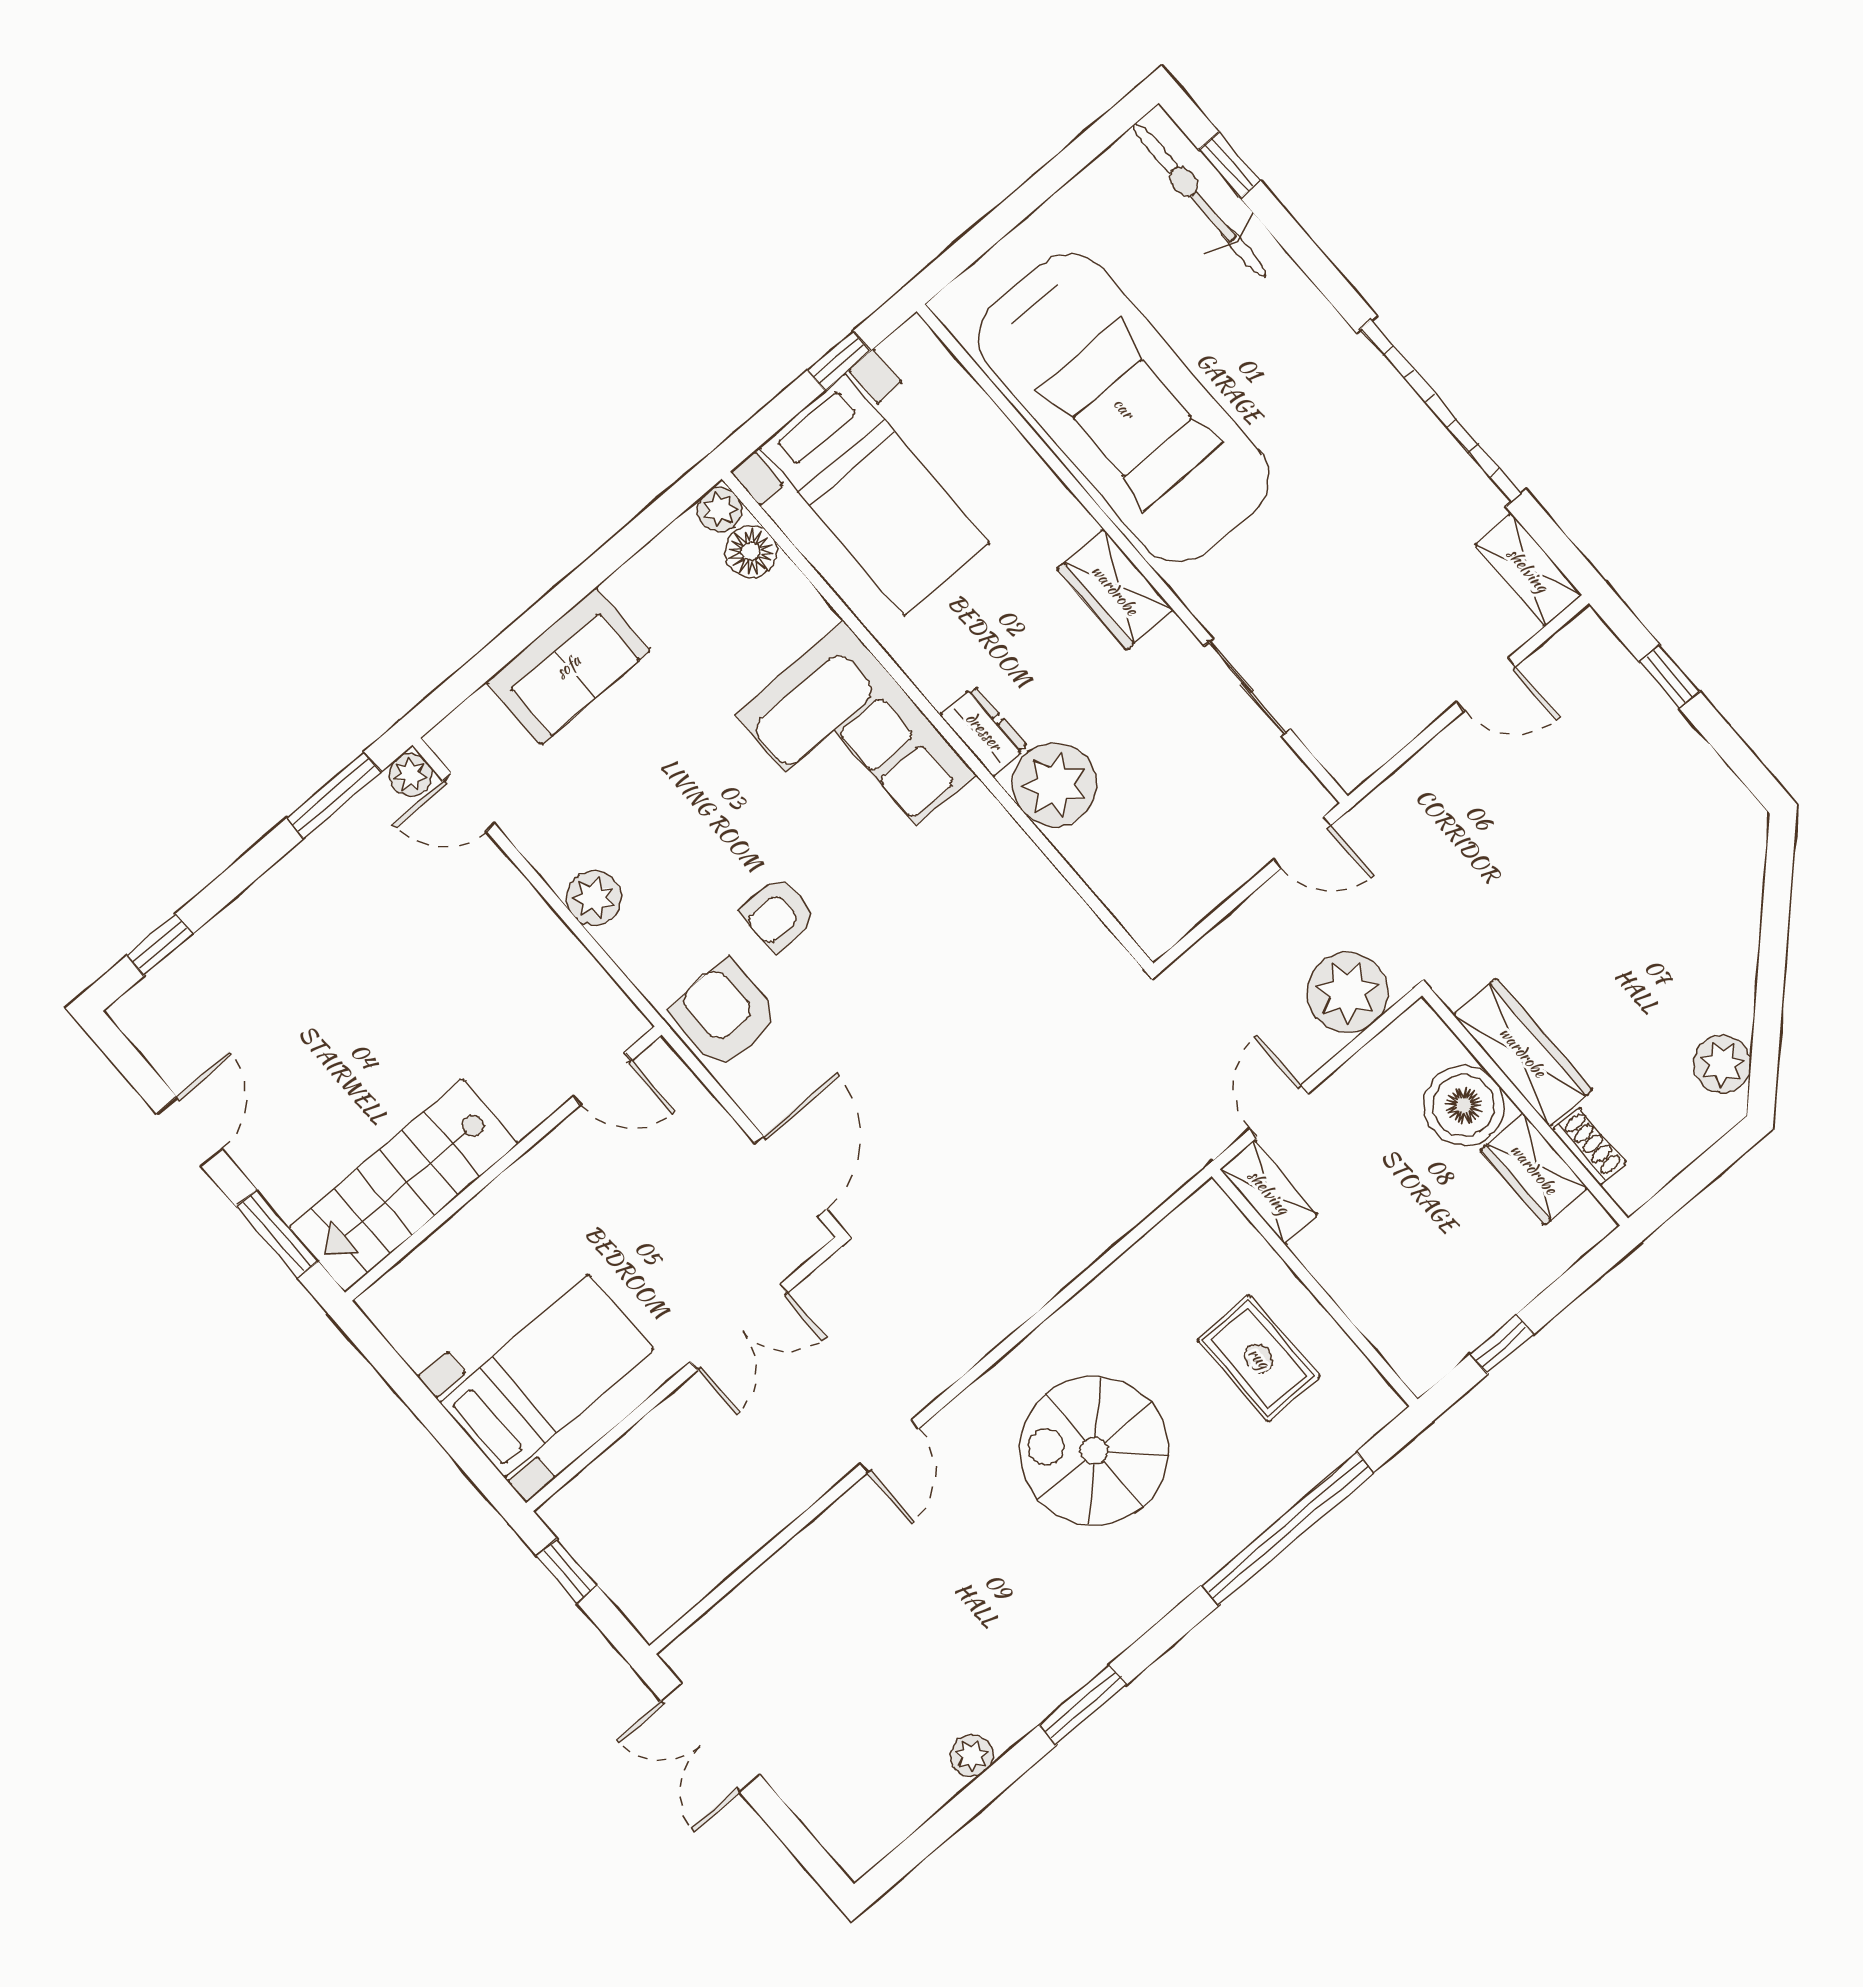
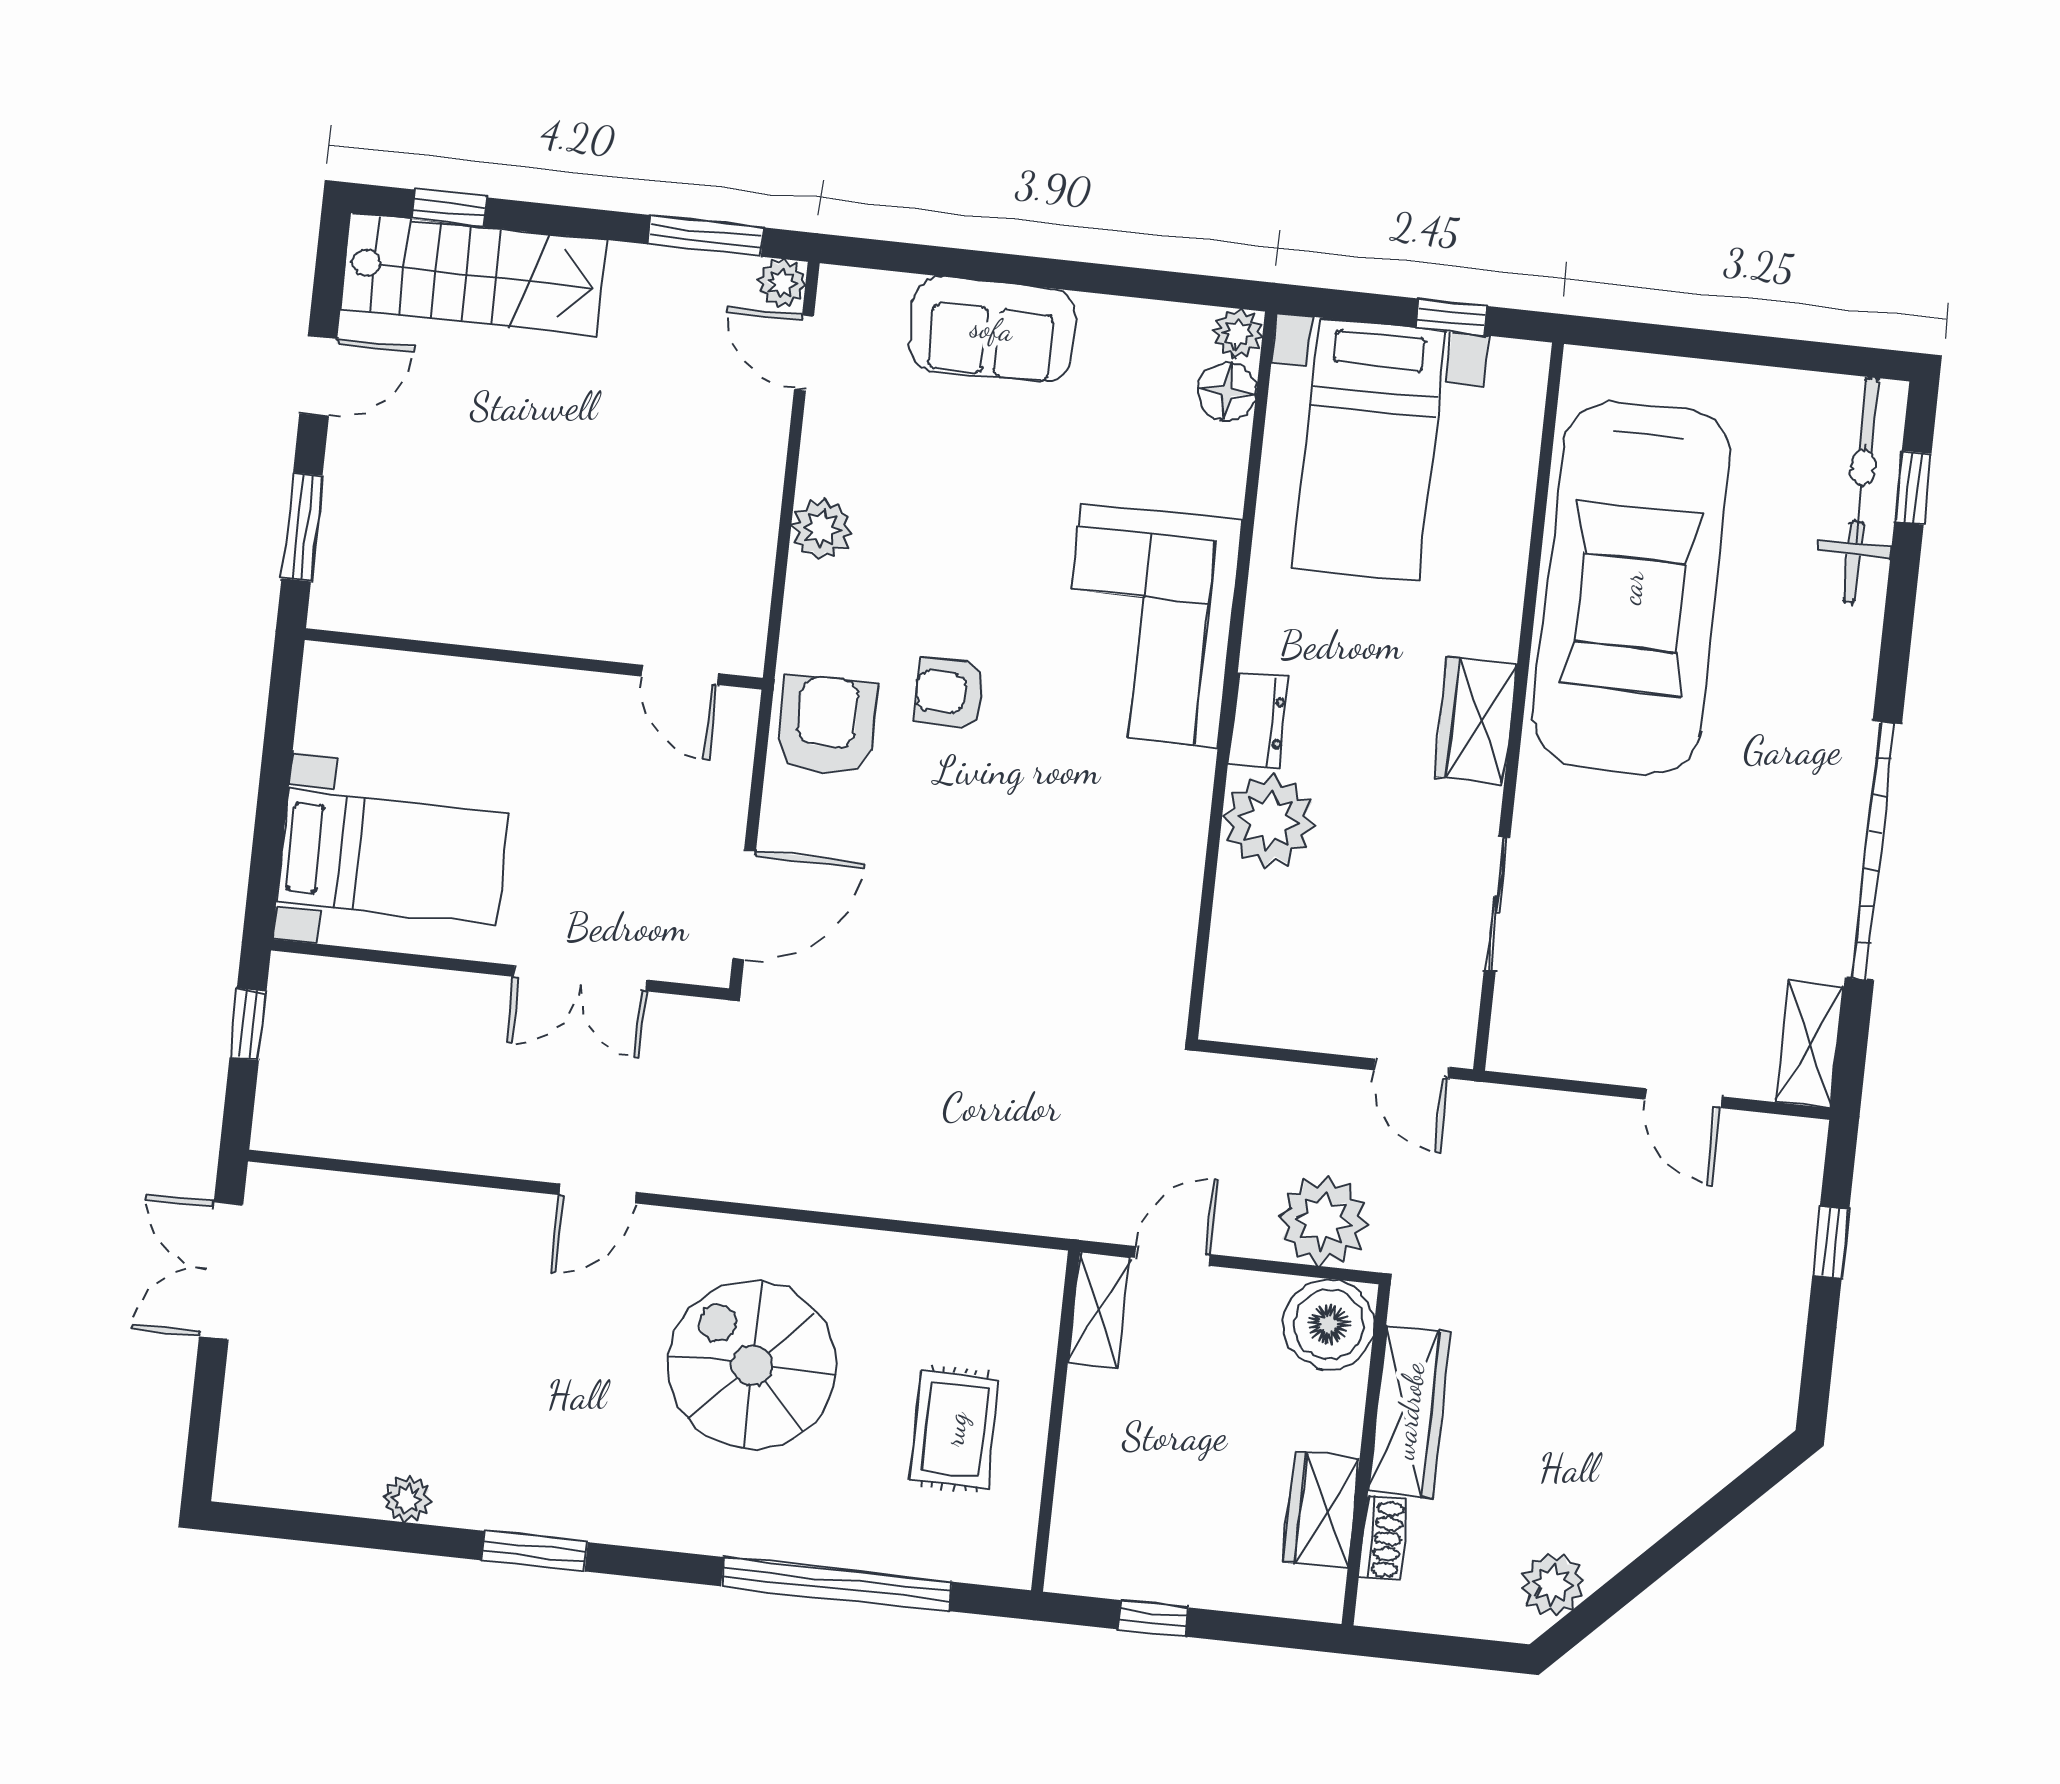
boiler: (1464, 1105) -> (1329, 1324), moved
stairs: (404, 1185) -> (474, 275), moved, turned 180

